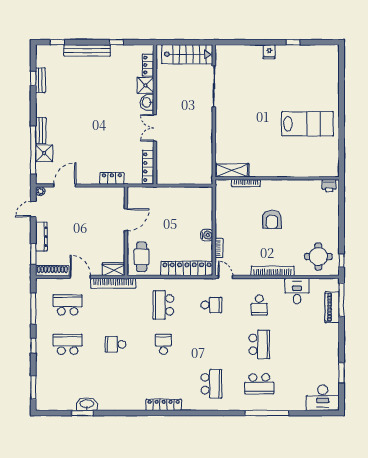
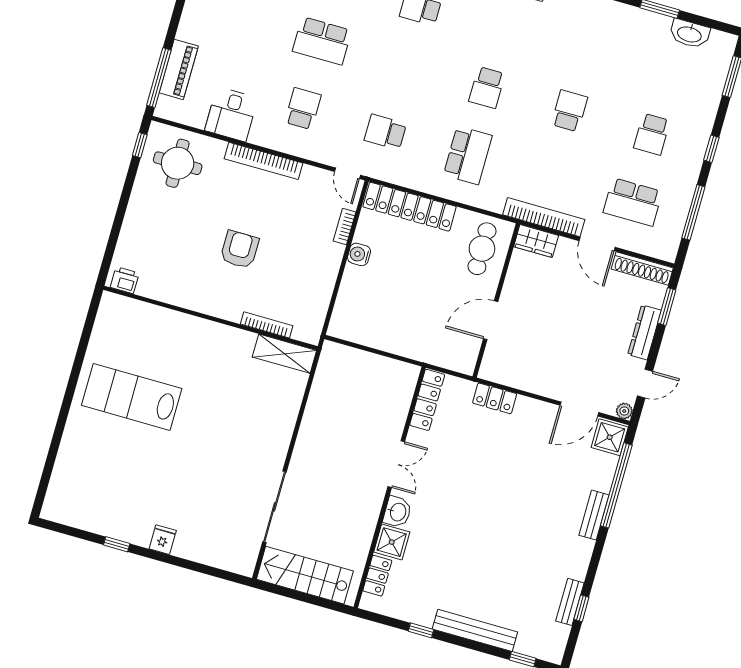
shower: (44, 153) -> (610, 437), moved
school desk: (68, 344) -> (652, 134), width x0.54
school desk: (116, 344) -> (569, 111), turned -90
school desk: (259, 344) -> (322, 41), turned -90
washbasin: (87, 404) -> (689, 34), moved

